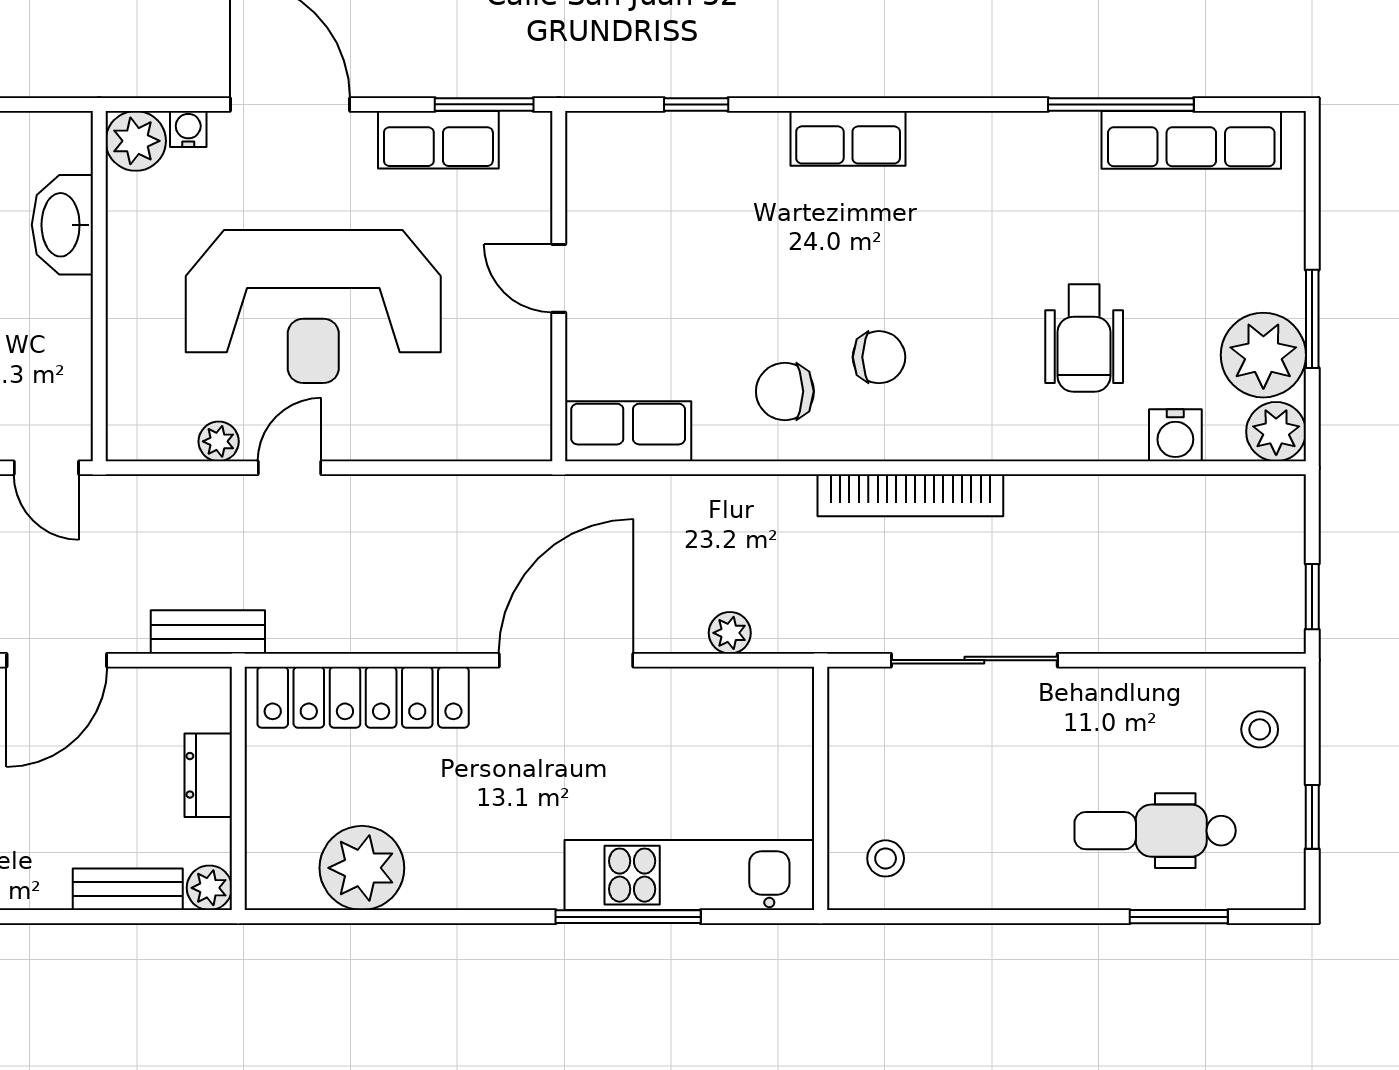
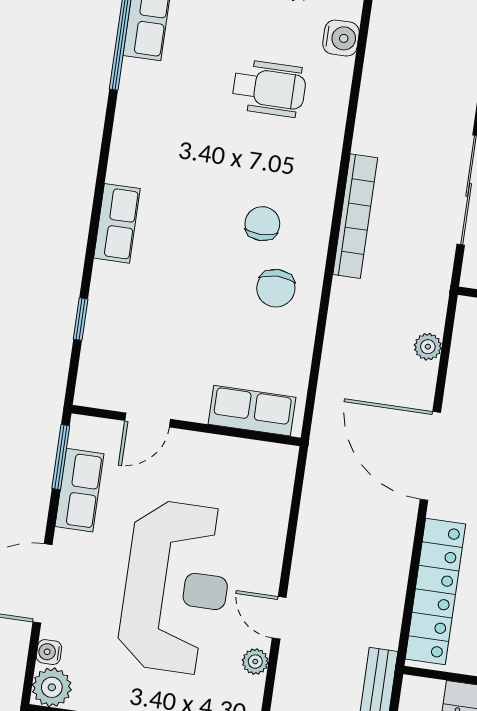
door: (559, 278) -> (148, 420), moved
row of seats: (628, 431) -> (252, 411), moved, turned 90

